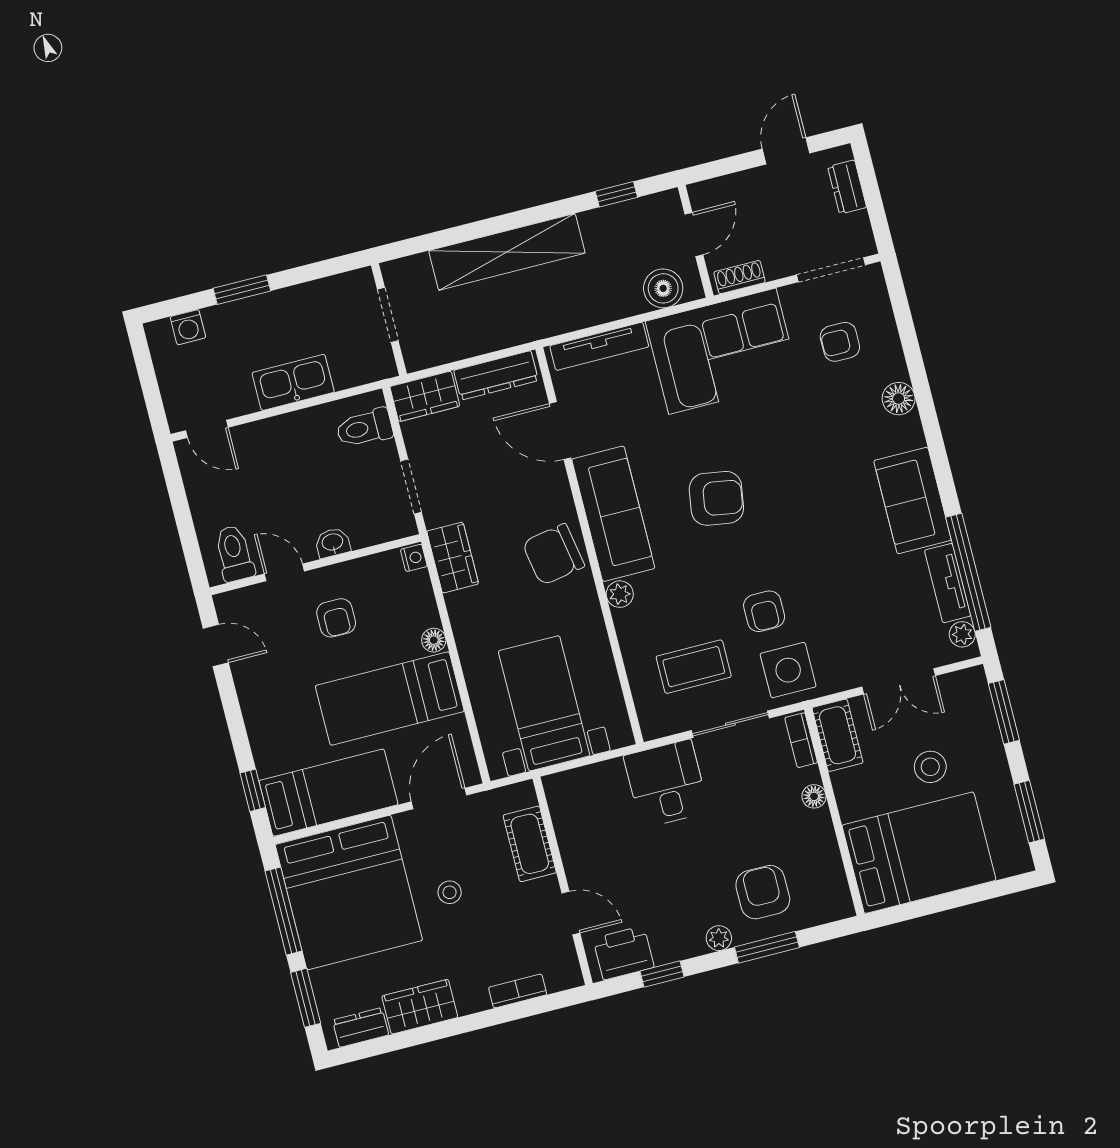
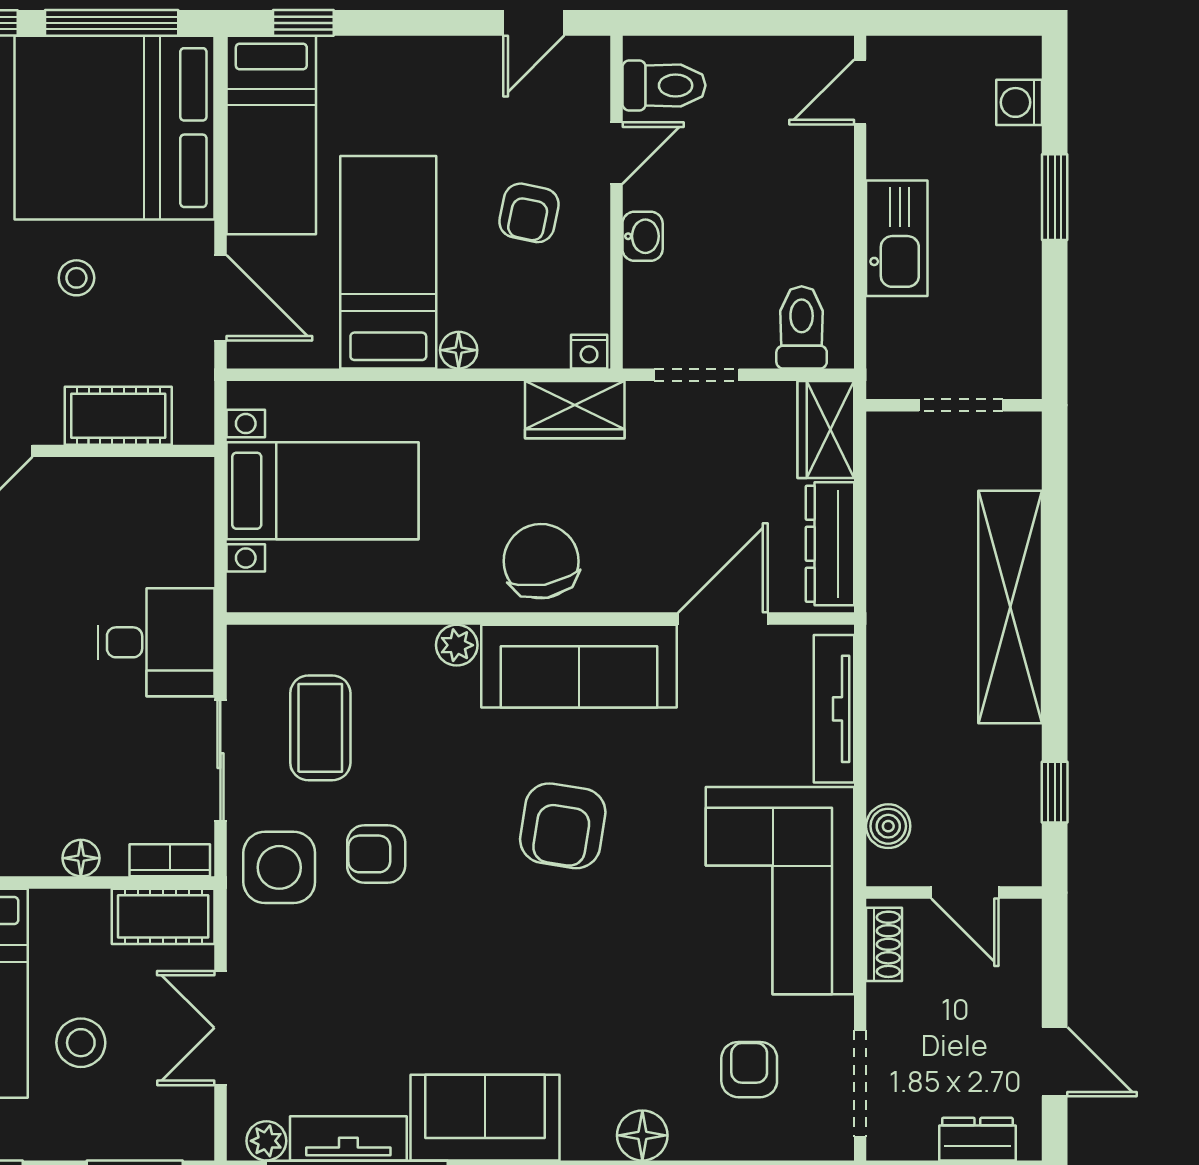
boiler: (663, 288) -> (888, 826), width x0.73, depth x0.73
armchair: (336, 618) -> (529, 213), turned -78

